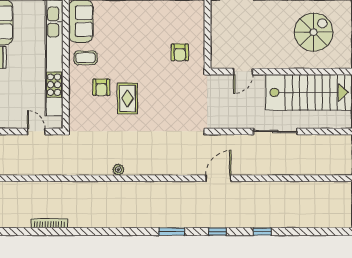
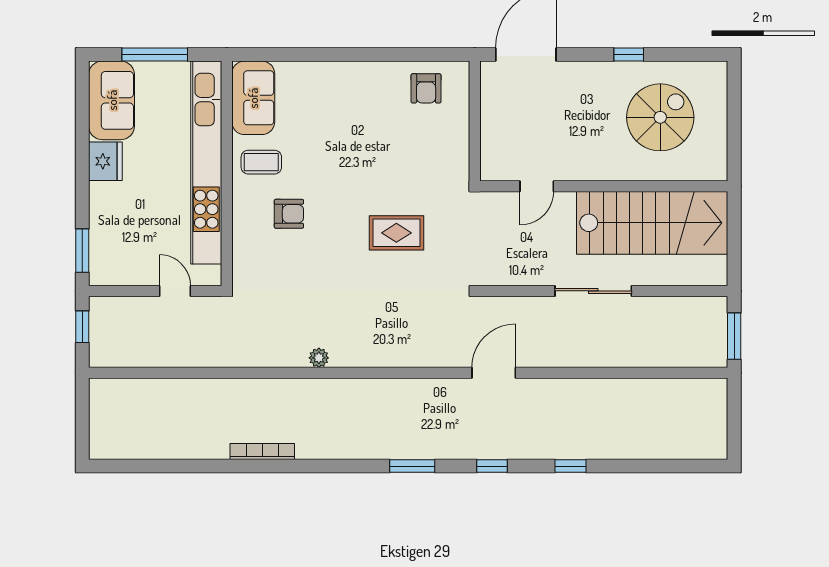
armchair: (180, 52) -> (426, 88), moved
armchair: (101, 87) -> (289, 214), turned -90
rug: (127, 98) -> (396, 233), moved, turned 90
bookcase: (49, 223) -> (262, 451), moved

